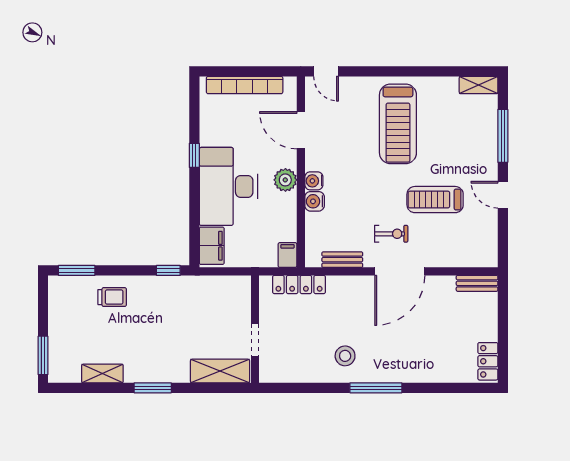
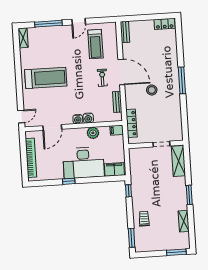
plant: (285, 180) -> (93, 133), moved
treadmill: (435, 200) -> (95, 44), moved
stool: (345, 356) -> (152, 90), moved

